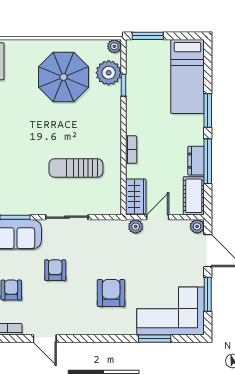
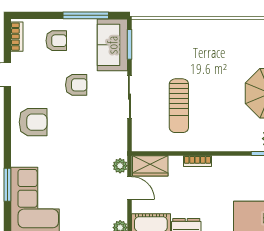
sun lounger: (76, 168) -> (179, 106), turned 180
armchair: (111, 293) -> (33, 122), moved

